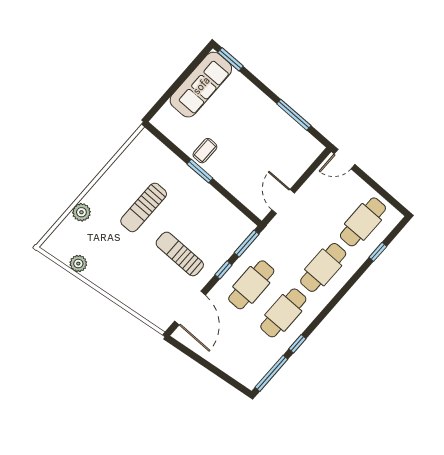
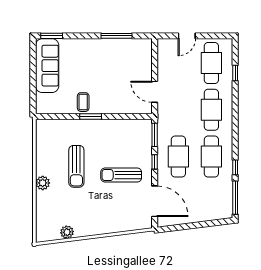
door: (345, 159) -> (187, 36), moved
plant: (81, 212) -> (43, 183), moved

